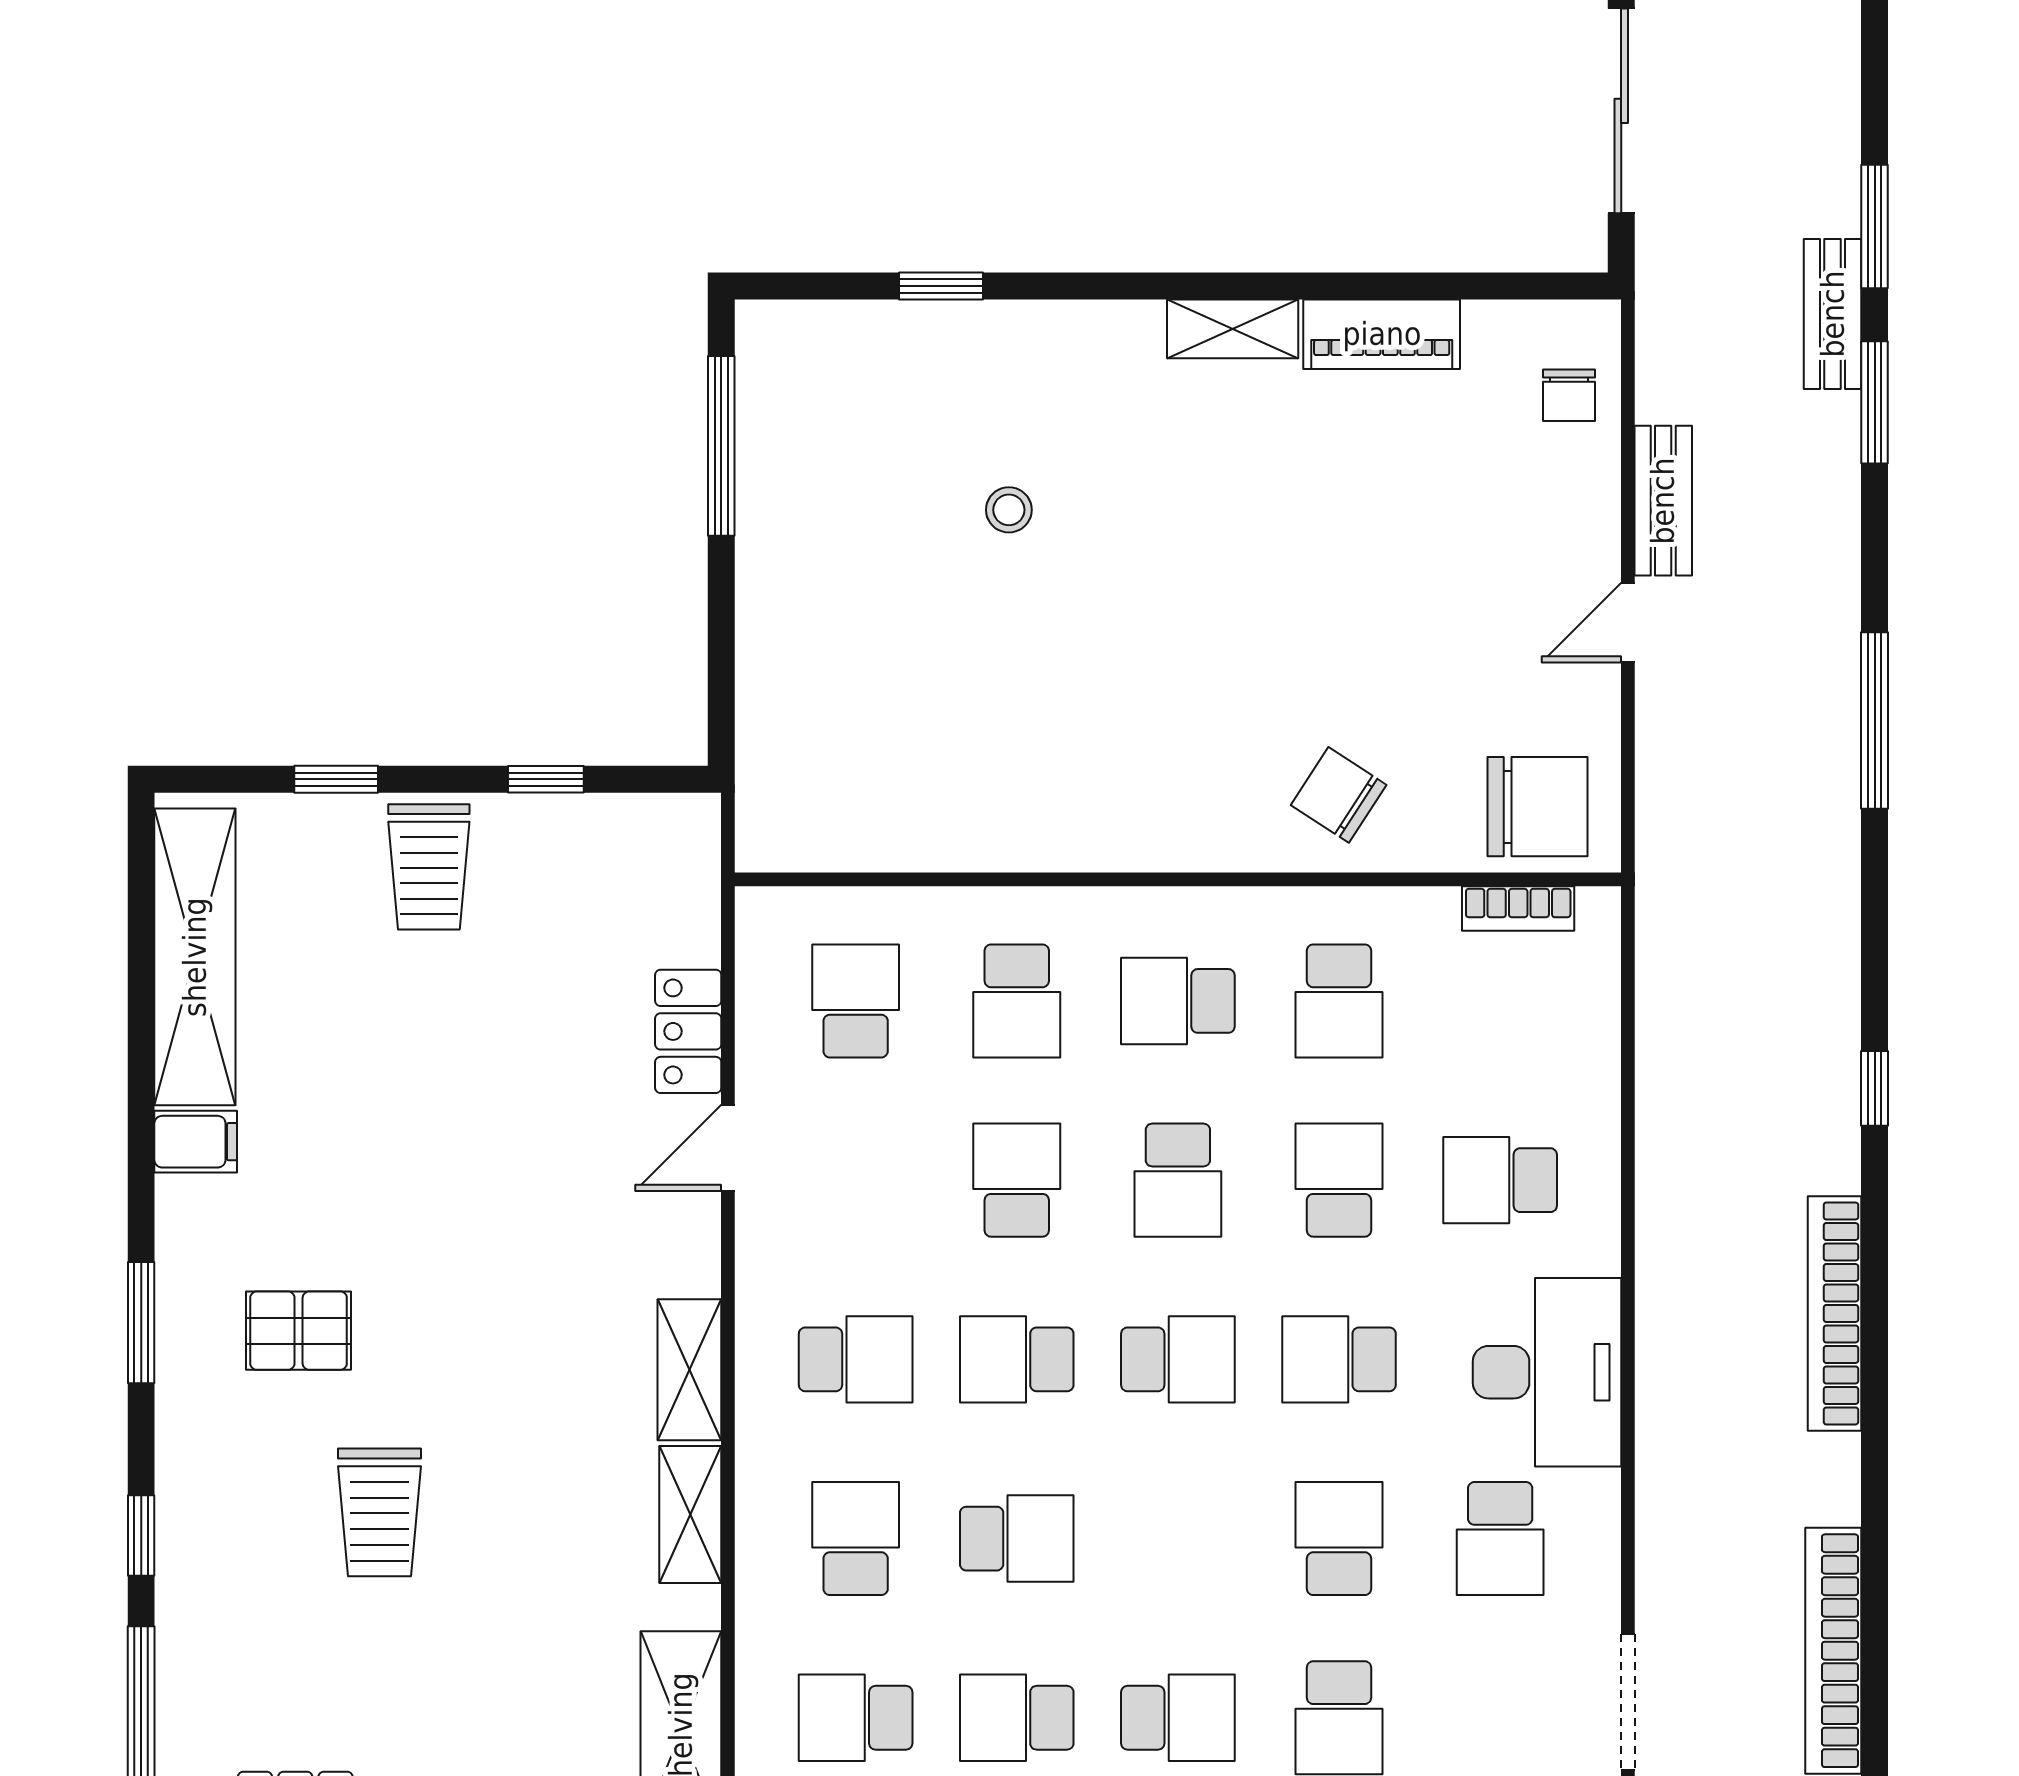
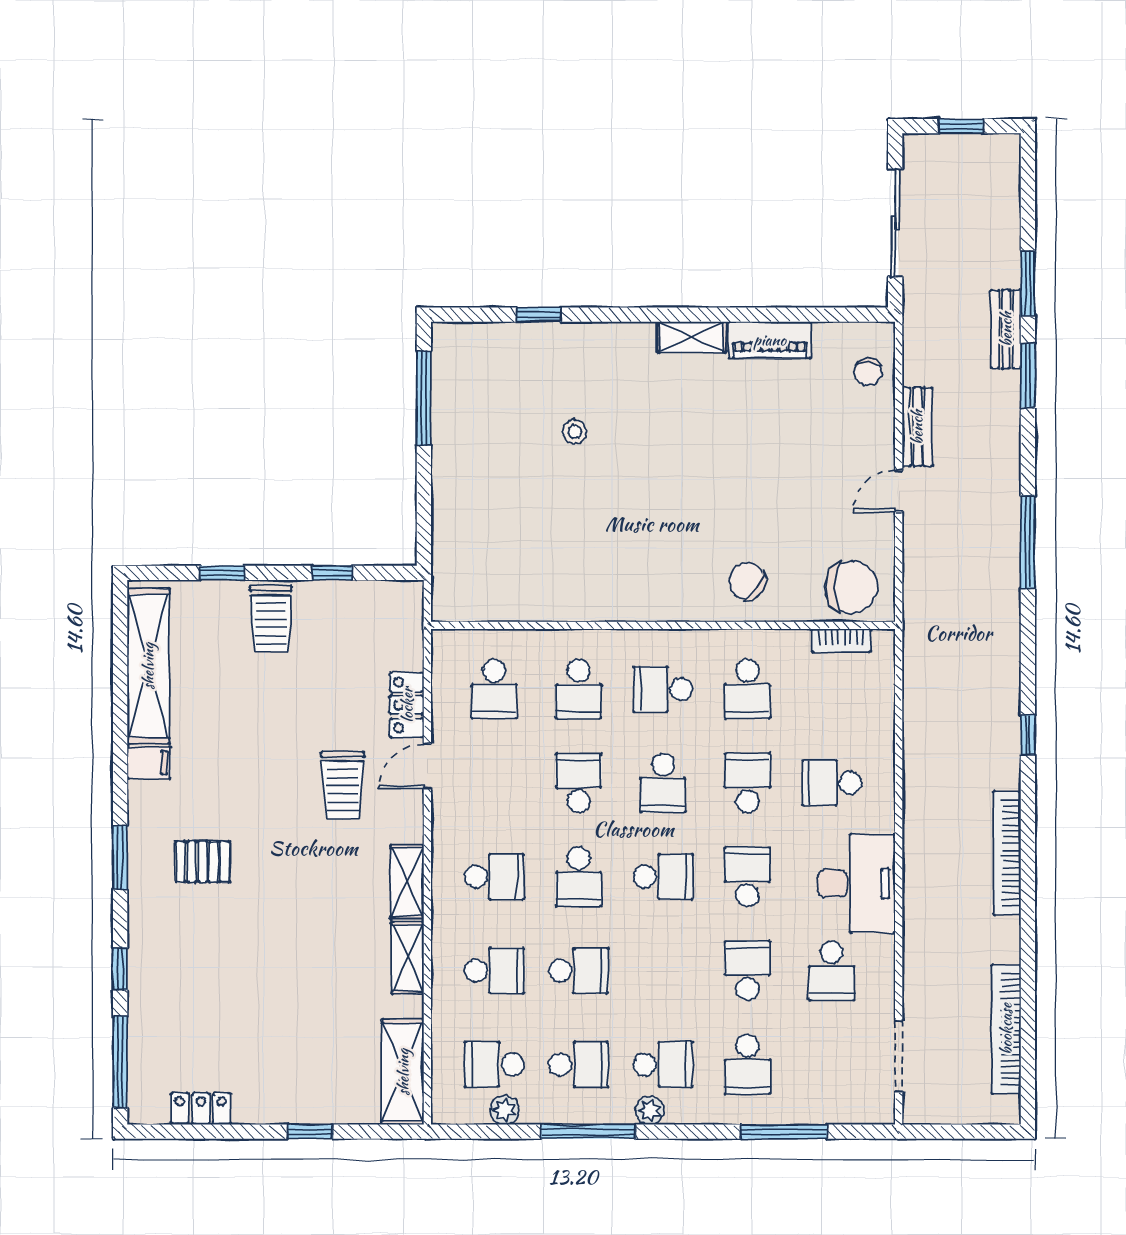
school desk: (856, 1001) -> (494, 689), turned 180
school desk: (1017, 1359) -> (579, 877), turned -90
school desk: (1339, 1359) -> (747, 877), turned 90
trolley: (380, 1512) -> (343, 785), moved
school desk: (856, 1539) -> (494, 971), turned 90
school desk: (1017, 1718) -> (579, 1064), turned 180

